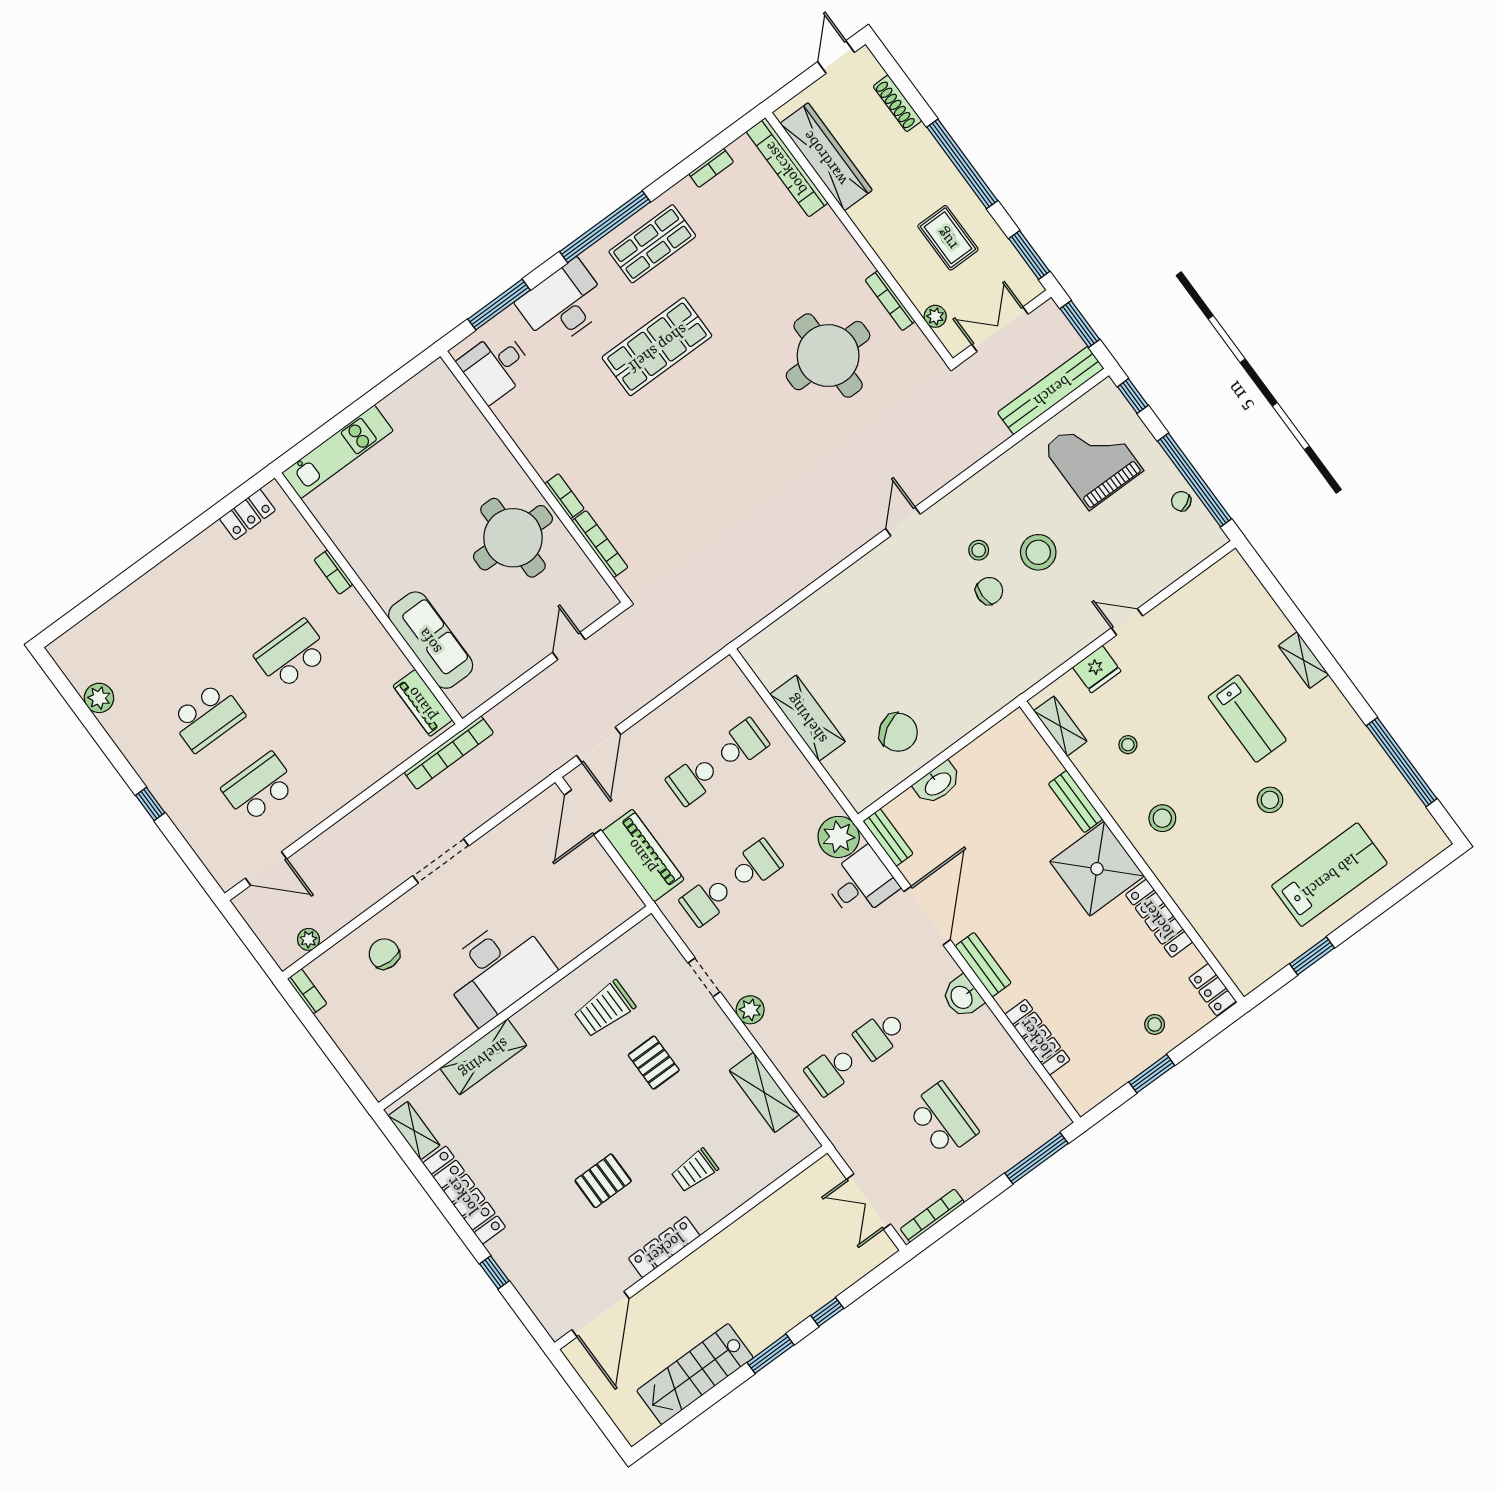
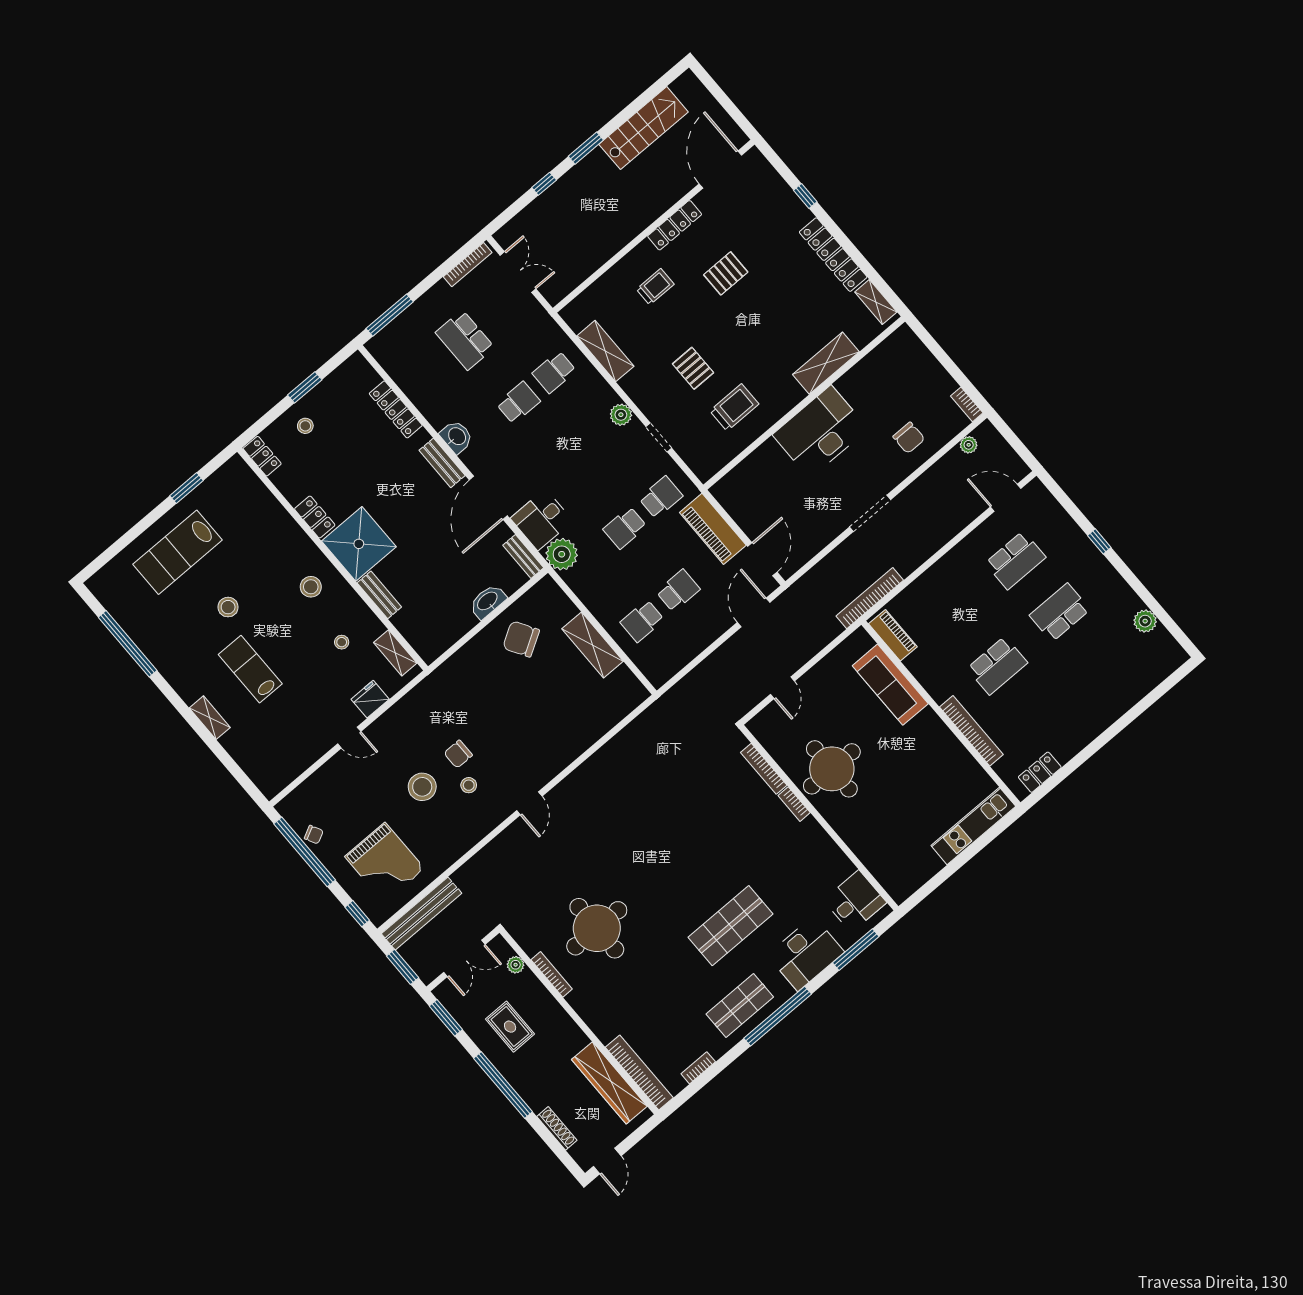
bookcase: (333, 572) -> (971, 731), width x2.31, depth x1.31
locker: (1159, 918) -> (315, 517), width x0.66
school desk: (832, 1070) -> (554, 372), turned 180

